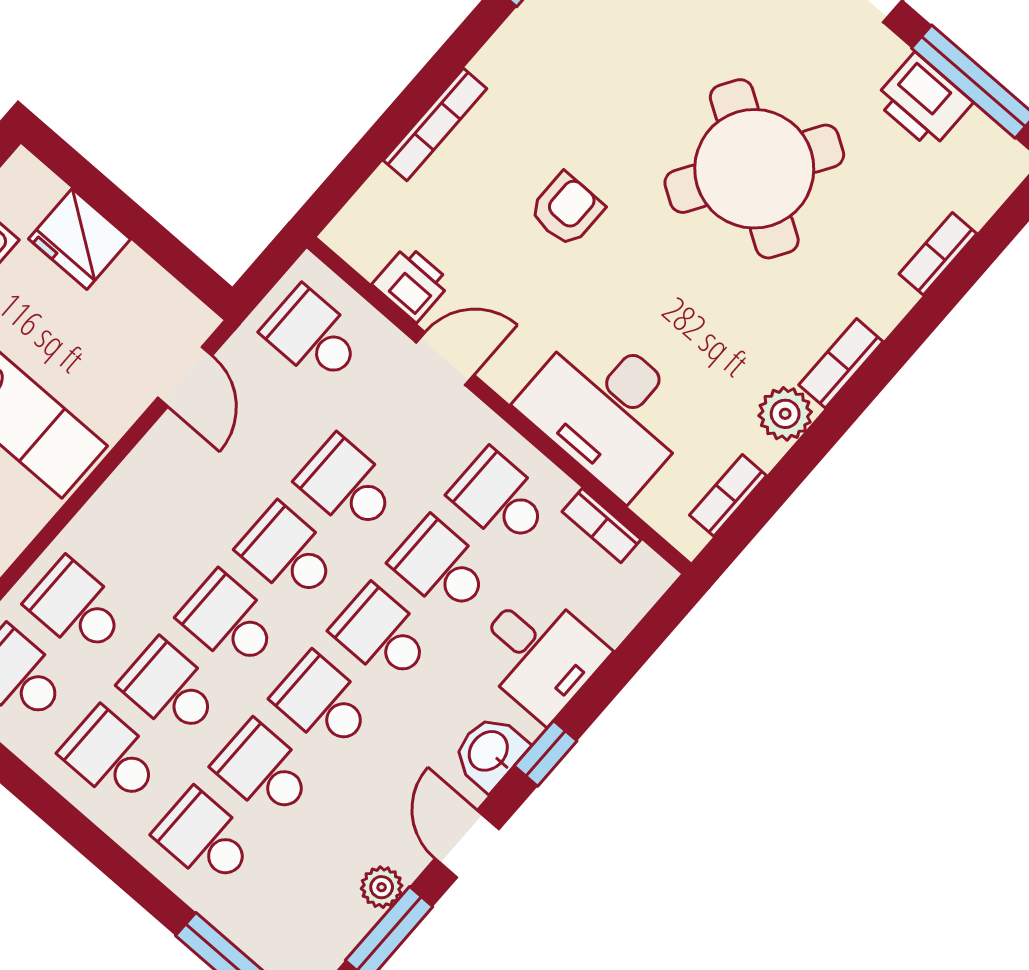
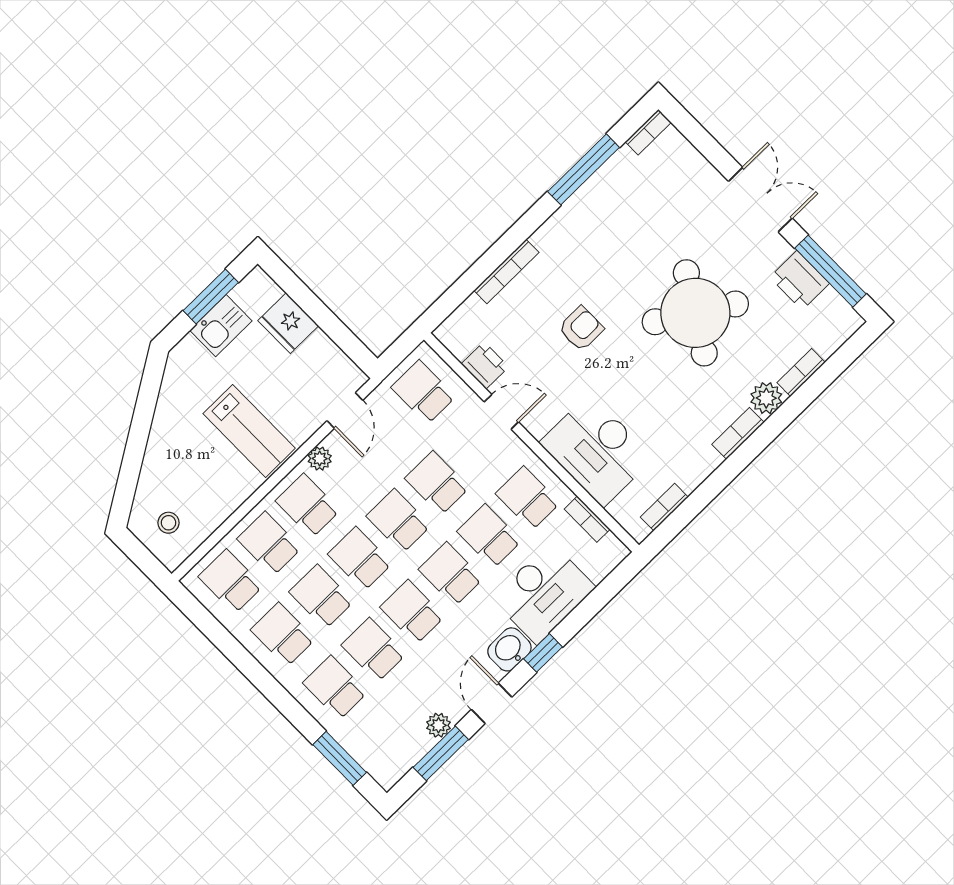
plant: (785, 414) -> (766, 398), moved
plant: (149, 460) -> (320, 459), added
school desk: (136, 540) -> (308, 506), added
desk: (539, 654) -> (544, 593), width x1.37

